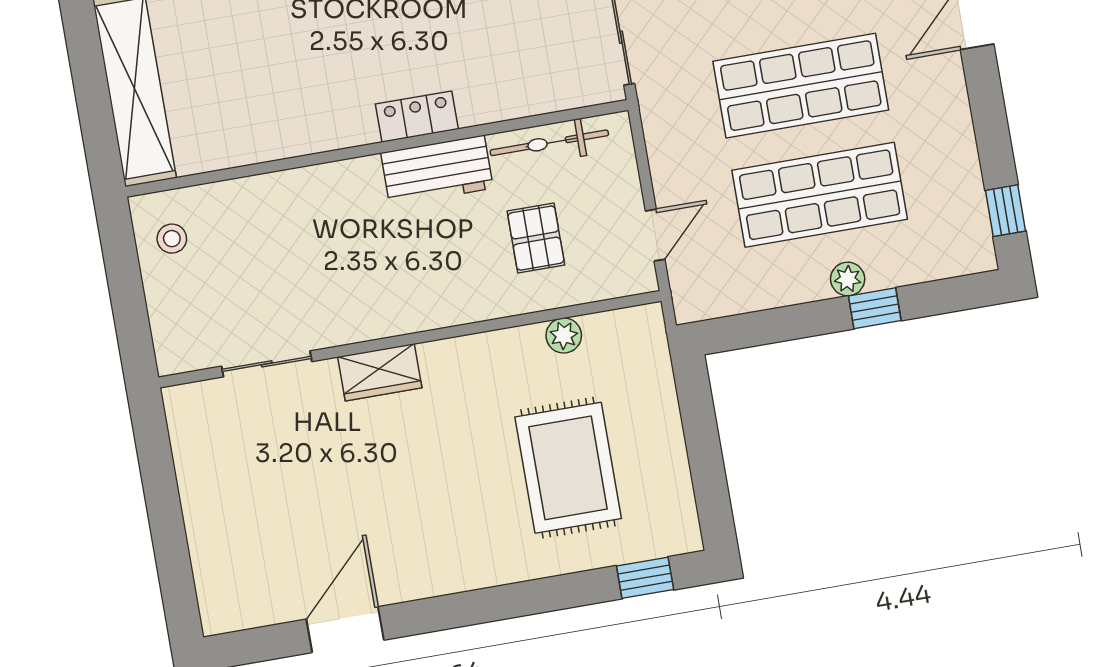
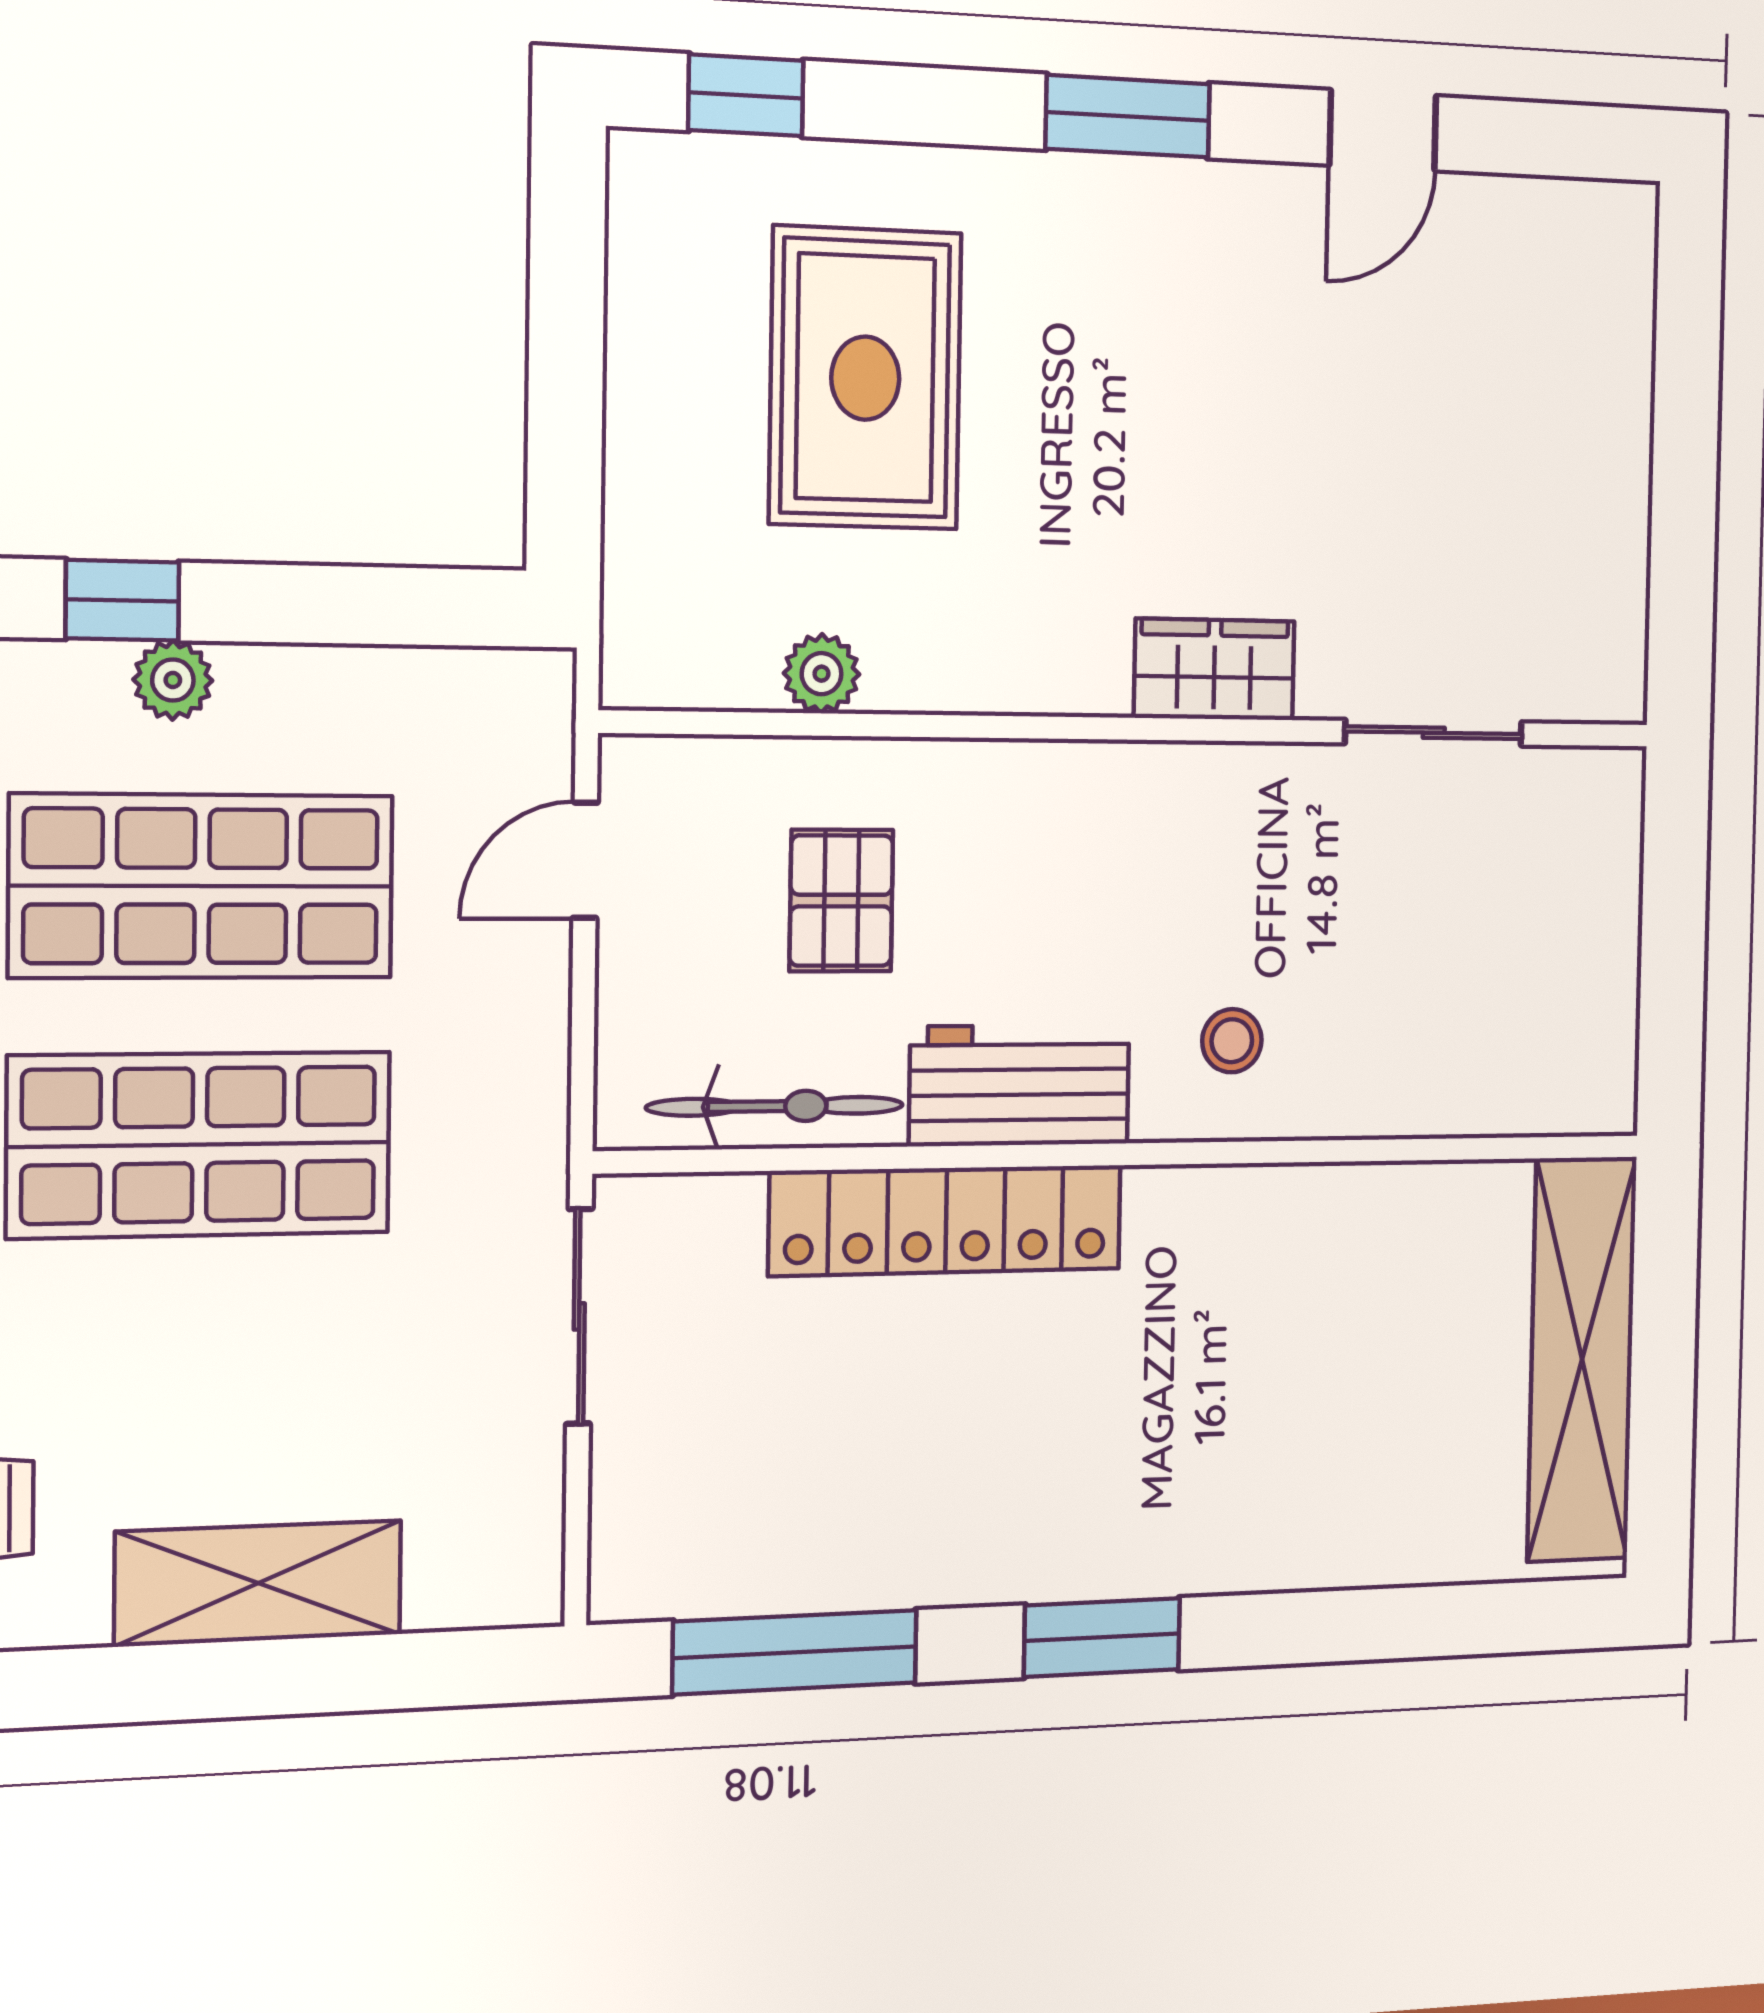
locker: (417, 117) -> (946, 1220), width x2.16, depth x1.21
stool: (172, 239) -> (1232, 1041), moved
window: (468, 608) -> (1128, 116), added
door: (345, 630) -> (1383, 130), width x0.73

